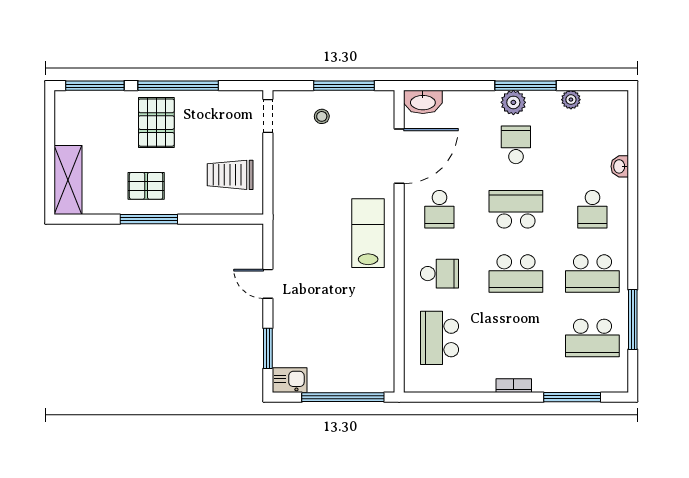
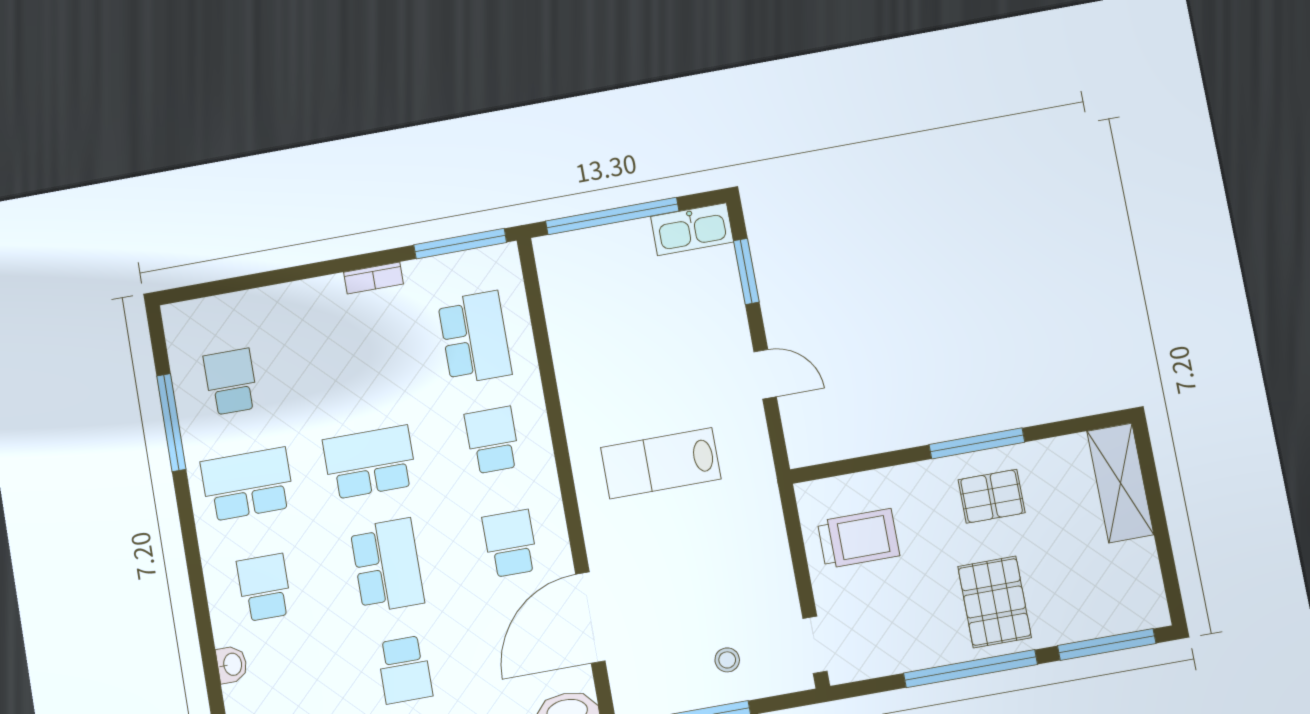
school desk: (516, 209) -> (387, 565), turned -90
lab bench: (368, 233) -> (661, 463), moved, turned 90
school desk: (439, 274) -> (492, 440), turned 90
school desk: (592, 338) -> (231, 382), width x0.54
kitchen sink: (290, 380) -> (692, 229), width x1.38
bookcase: (514, 386) -> (373, 278), moved
window: (572, 397) -> (460, 244), moved

